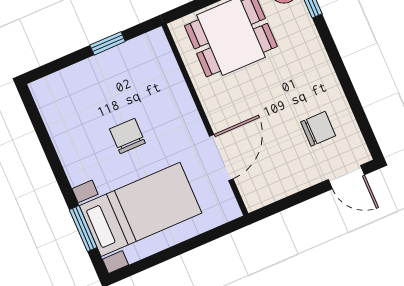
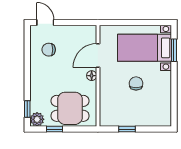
floor lamp: (217, 115) -> (92, 76), added
chair: (127, 136) -> (136, 83), turned 180

